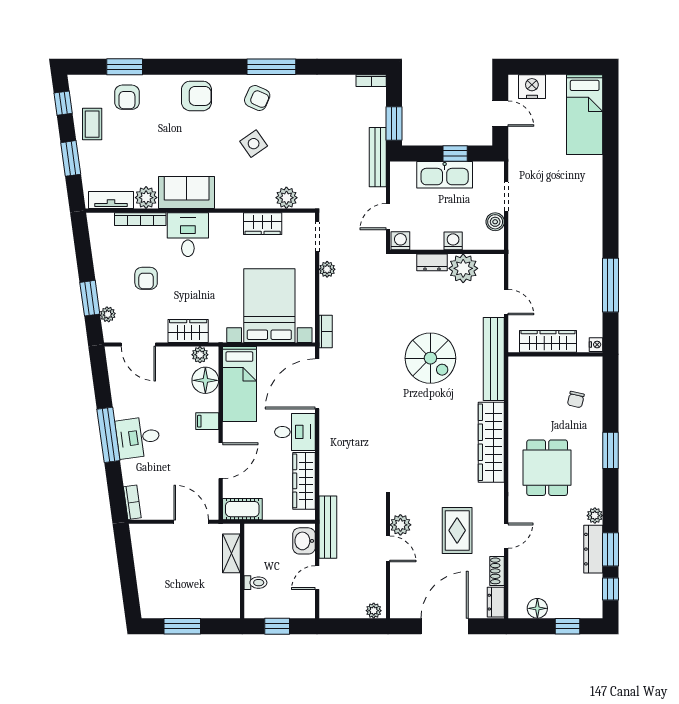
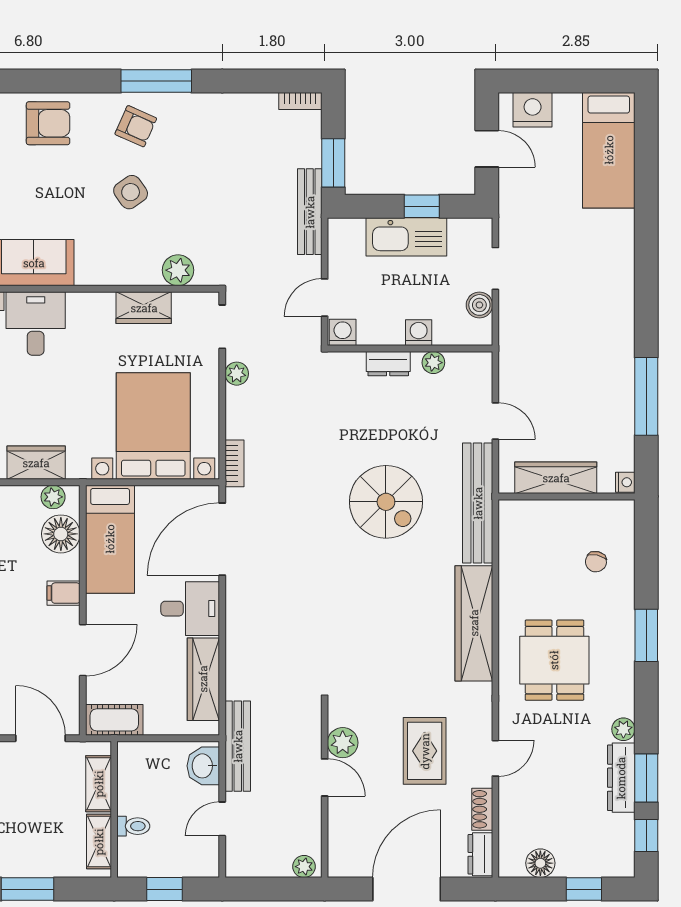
plant: (463, 268) -> (433, 363), width x0.53, depth x0.53
shelving: (232, 593) -> (99, 842), added

